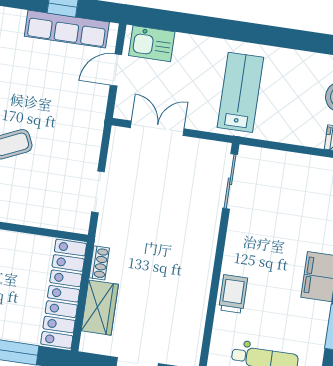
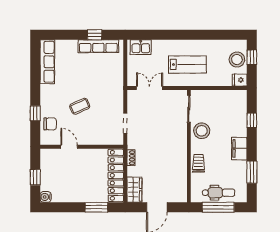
door: (116, 70) -> (125, 63), removed
lab bench: (240, 92) -> (187, 65), turned 90
stool: (249, 230) -> (202, 131), added
wardrobe: (100, 308) -> (134, 190), moved

